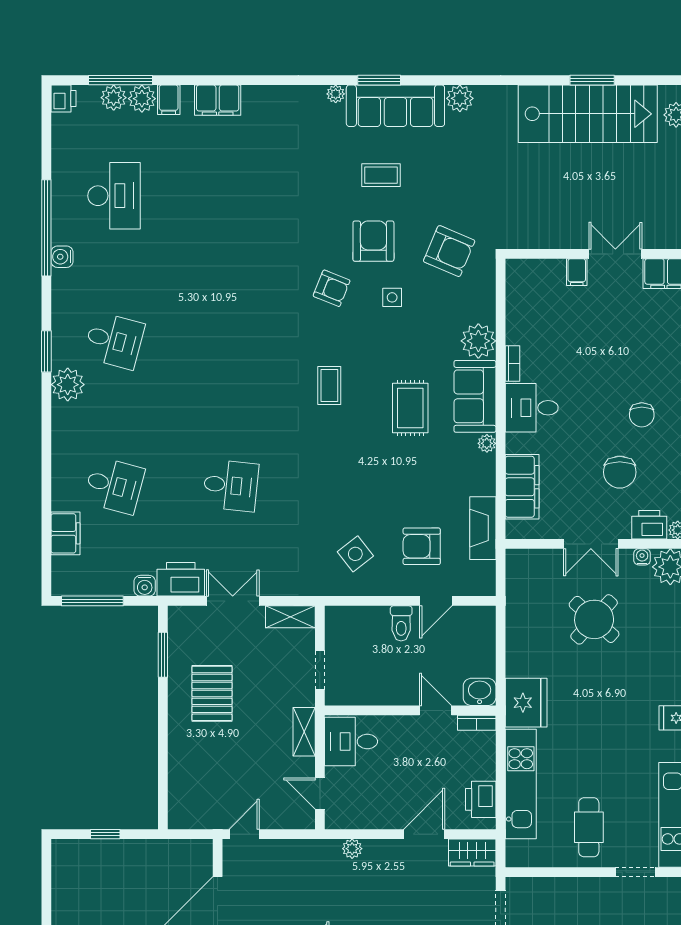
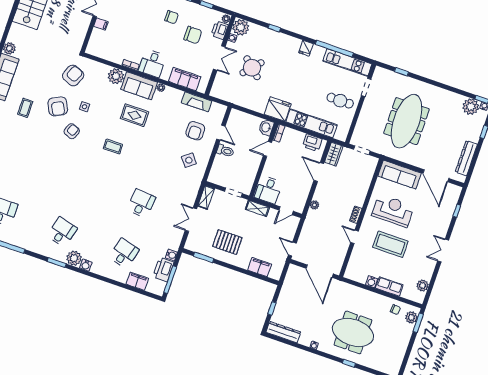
coffee table: (381, 175) -> (25, 108), moved
armchair: (373, 241) -> (58, 106), turned -117
water cooler: (62, 257) -> (86, 265), moved
printer: (181, 579) -> (163, 269), moved
filing cabinet: (183, 779) -> (260, 267), added
dresser: (64, 875) -> (283, 332), added

